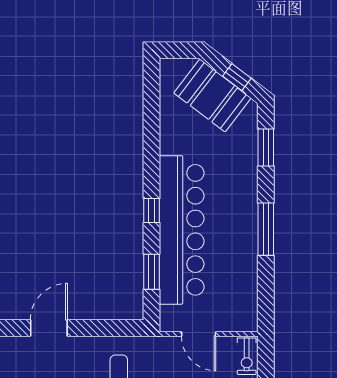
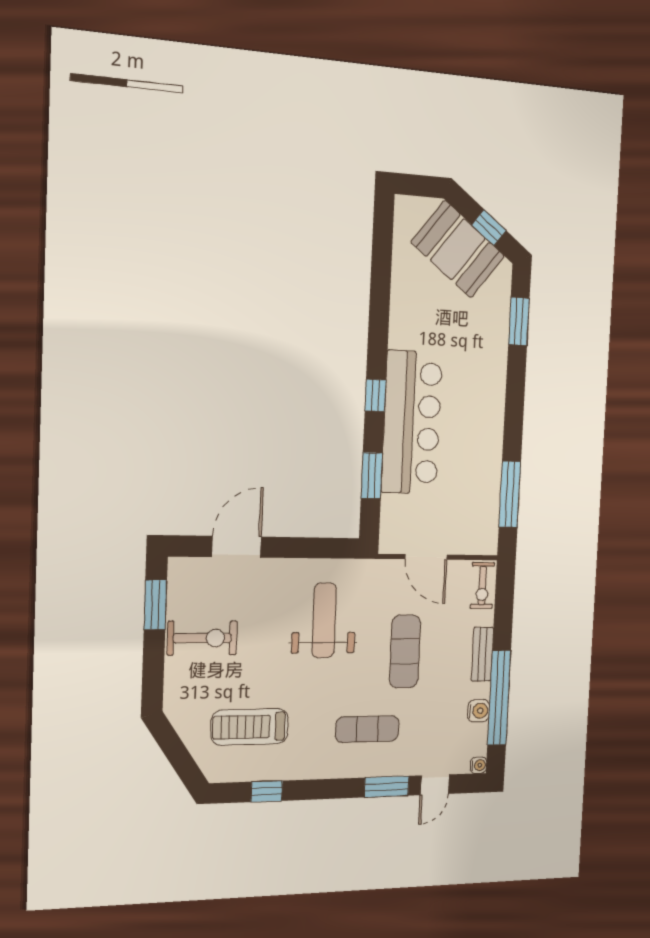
window: (266, 229) -> (510, 494), moved
bar counter: (182, 230) -> (412, 422), width x0.73

